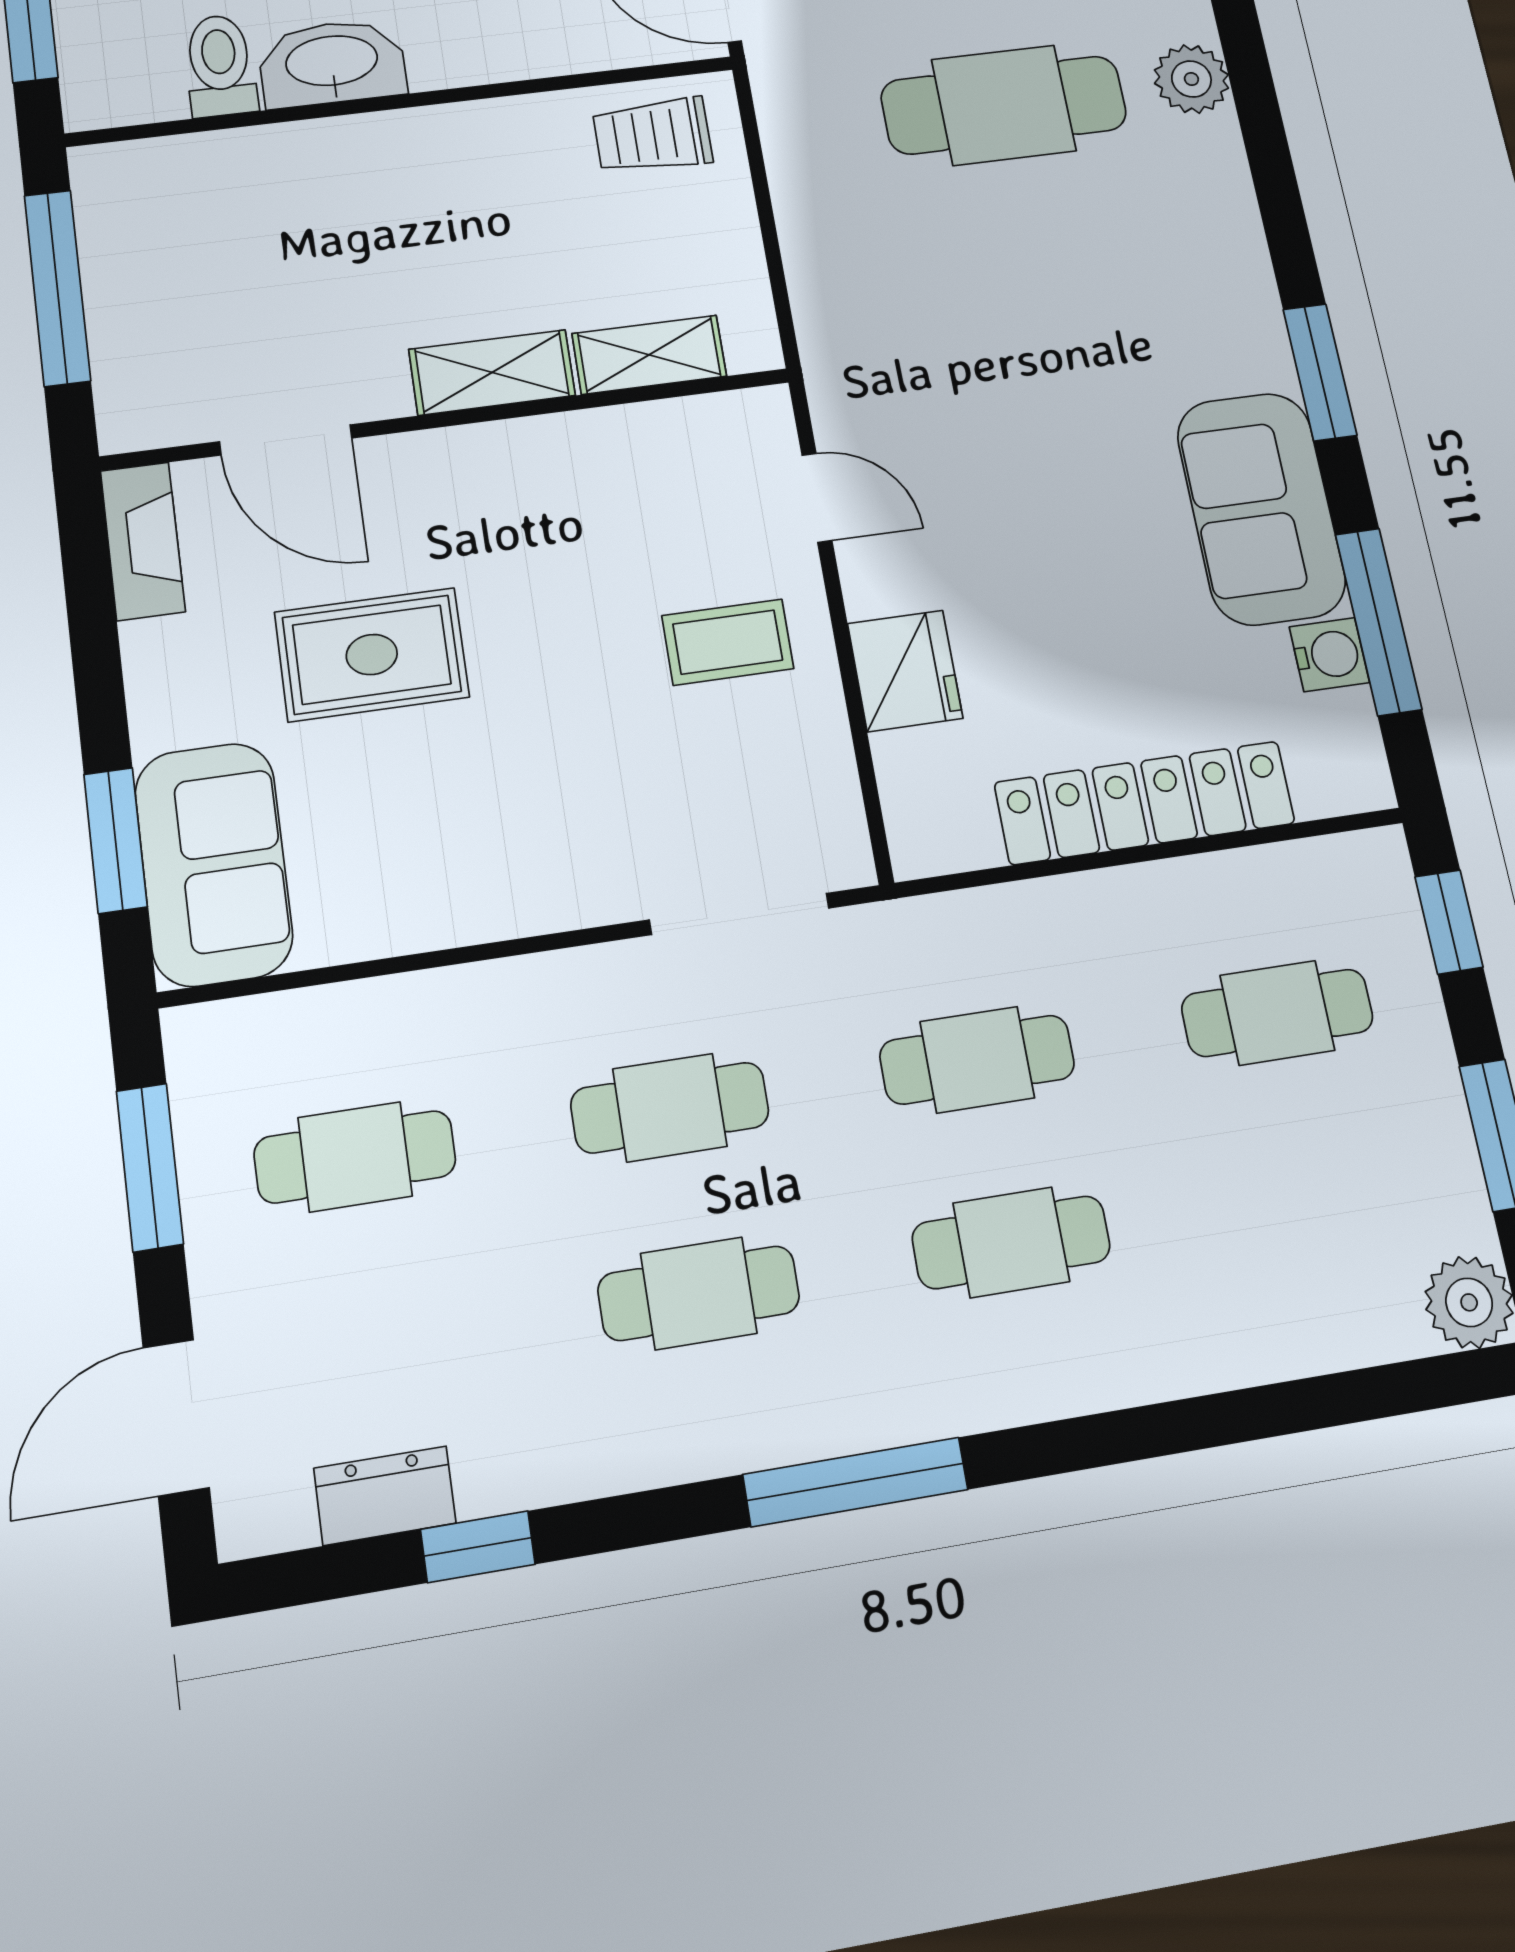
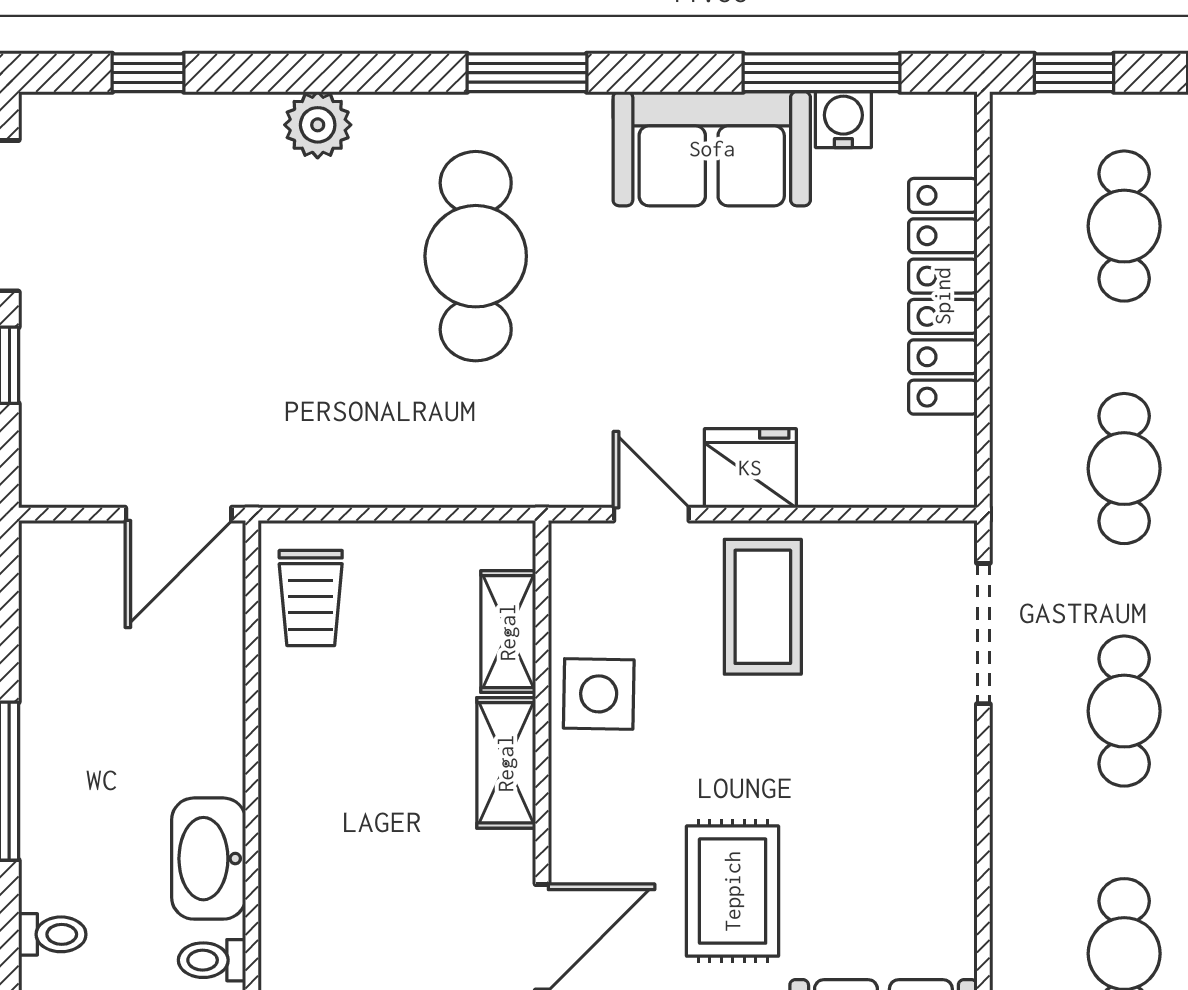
toilet: (220, 65) -> (212, 960), width x0.73, depth x0.72
cafe table: (1004, 105) -> (476, 256), moved
window: (1320, 372) -> (527, 73), moved
side table: (591, 466) -> (599, 694), added
door: (817, 498) -> (651, 514), hinge flipped
coffee table: (728, 642) -> (763, 607), width x1.36, depth x1.30
fridge: (905, 671) -> (750, 468), moved

